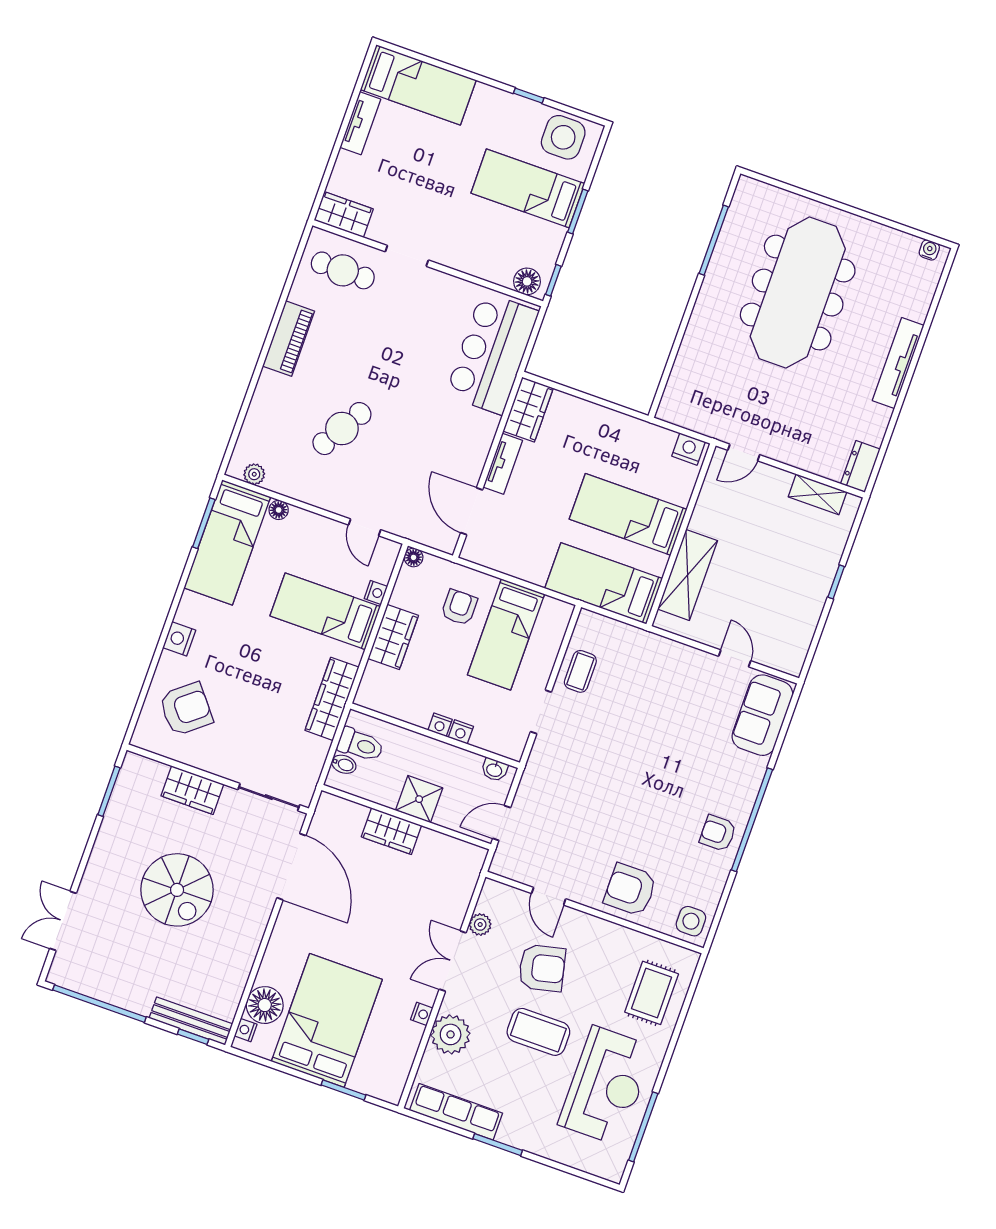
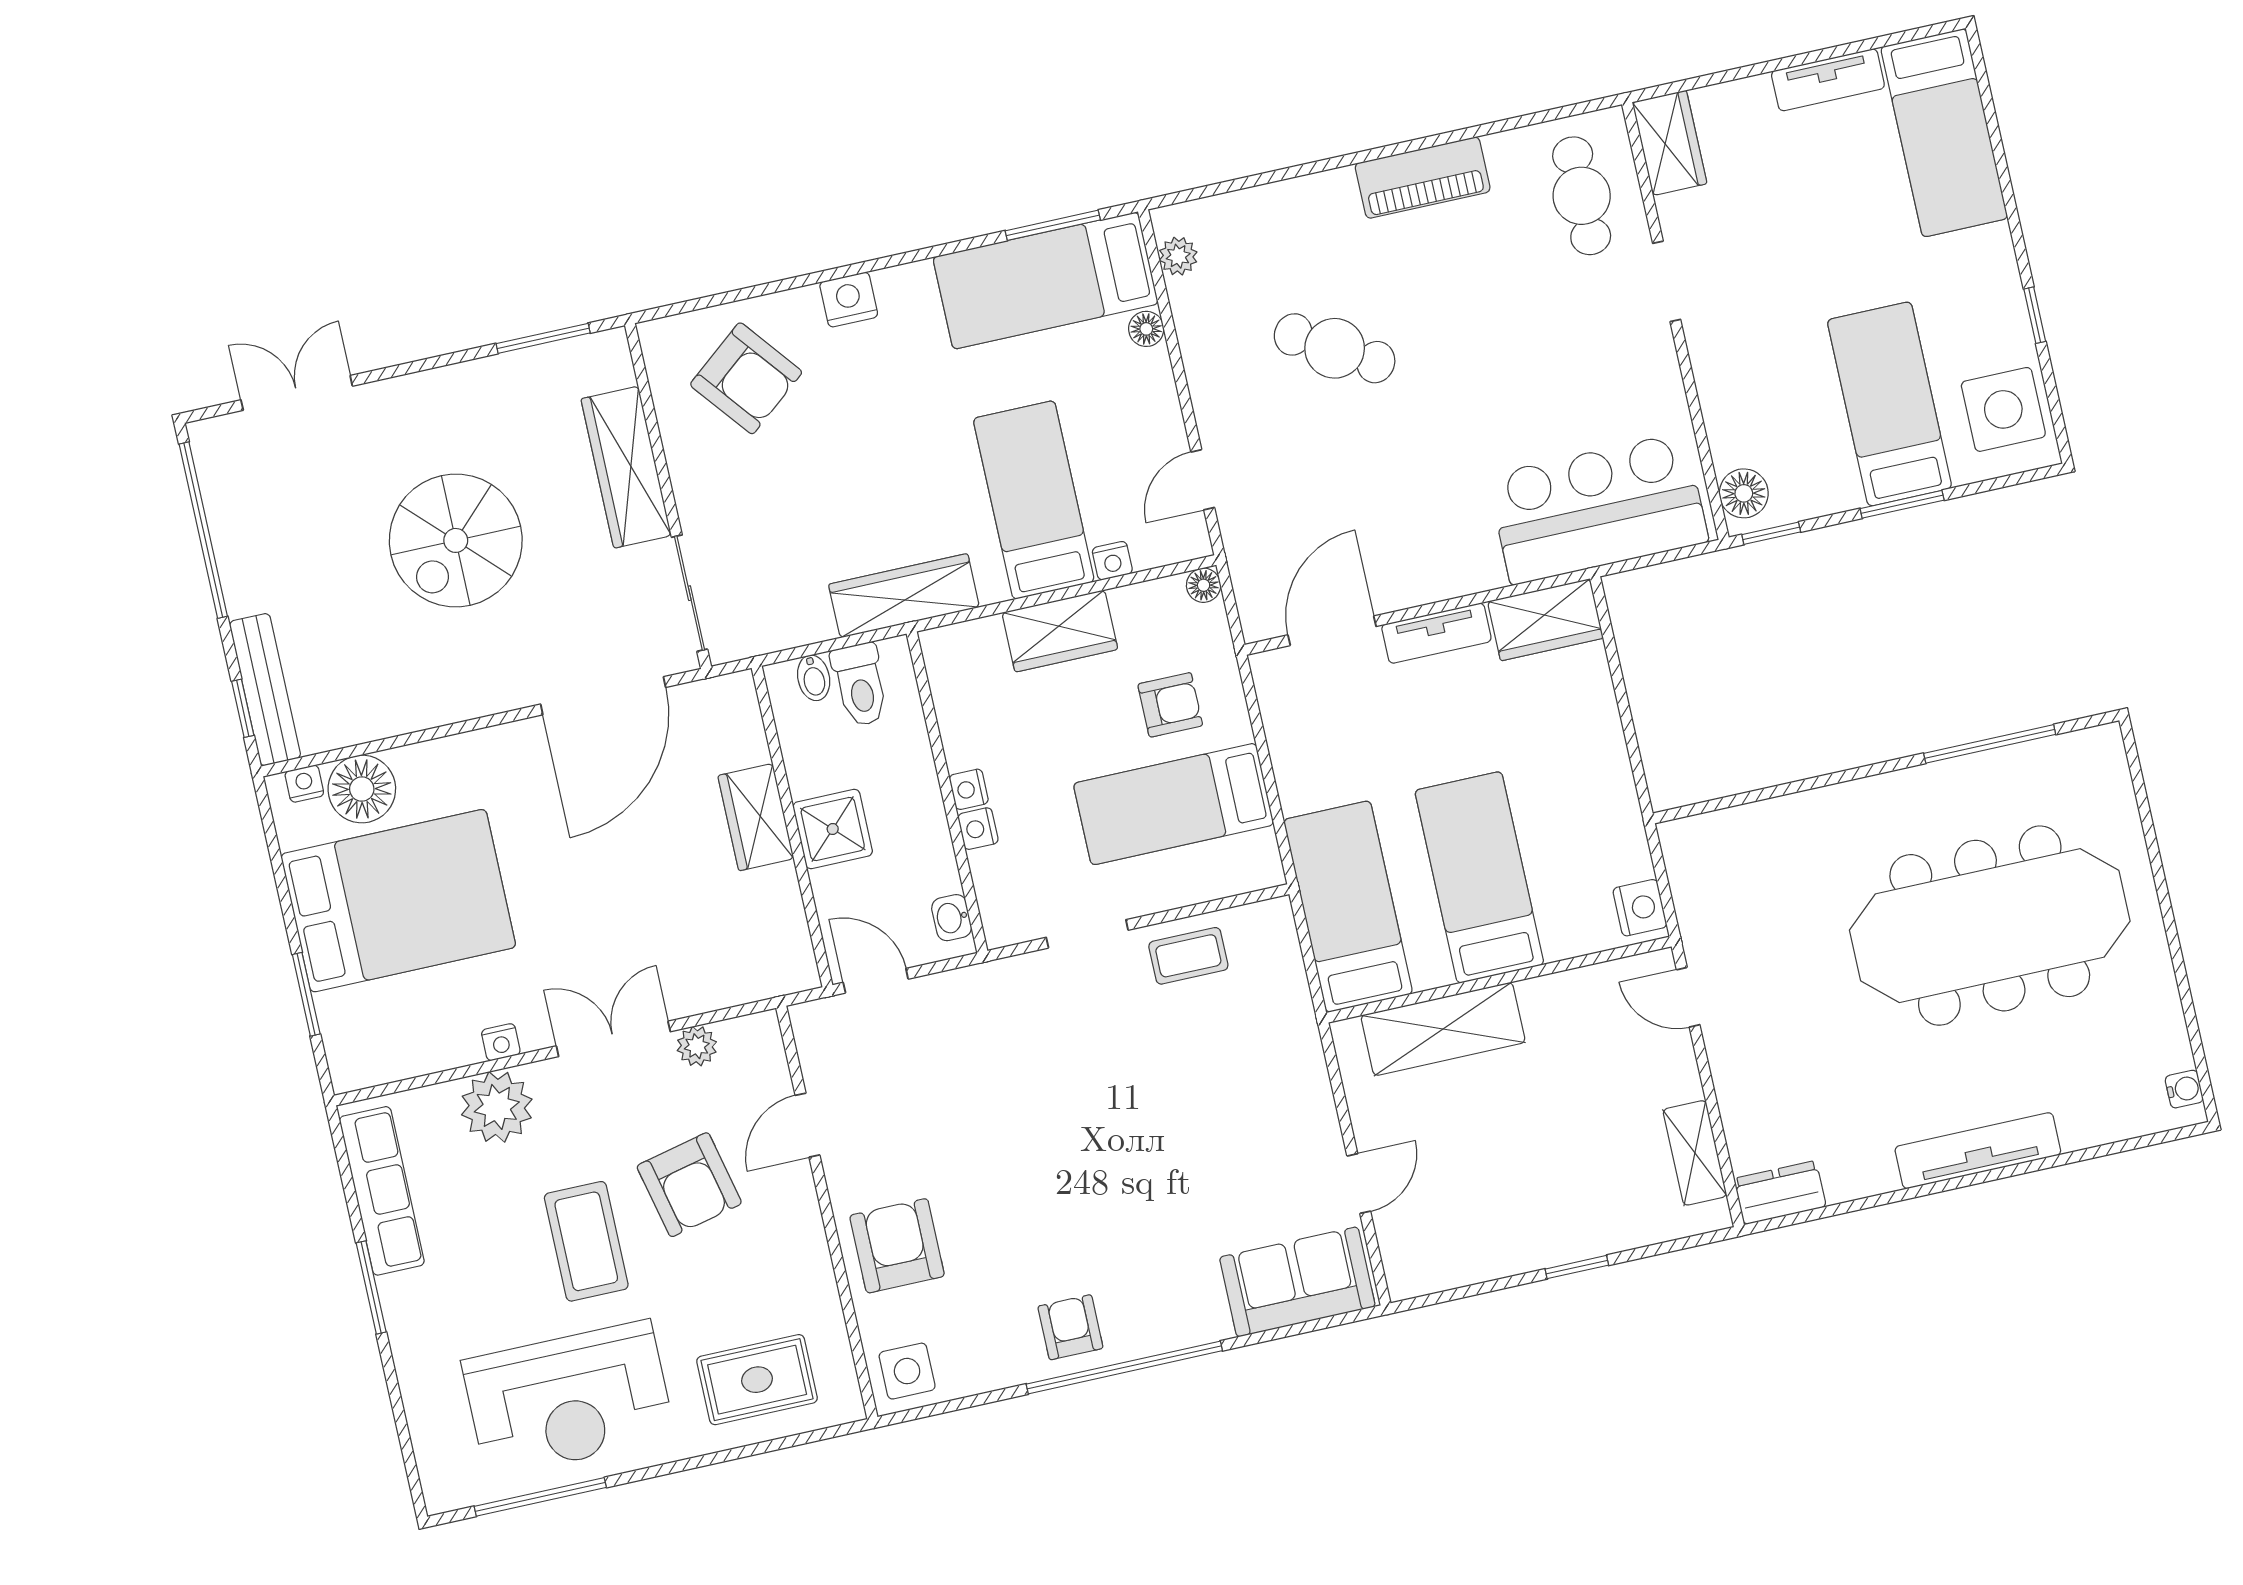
wardrobe: (192, 790) -> (626, 467), width x1.50

